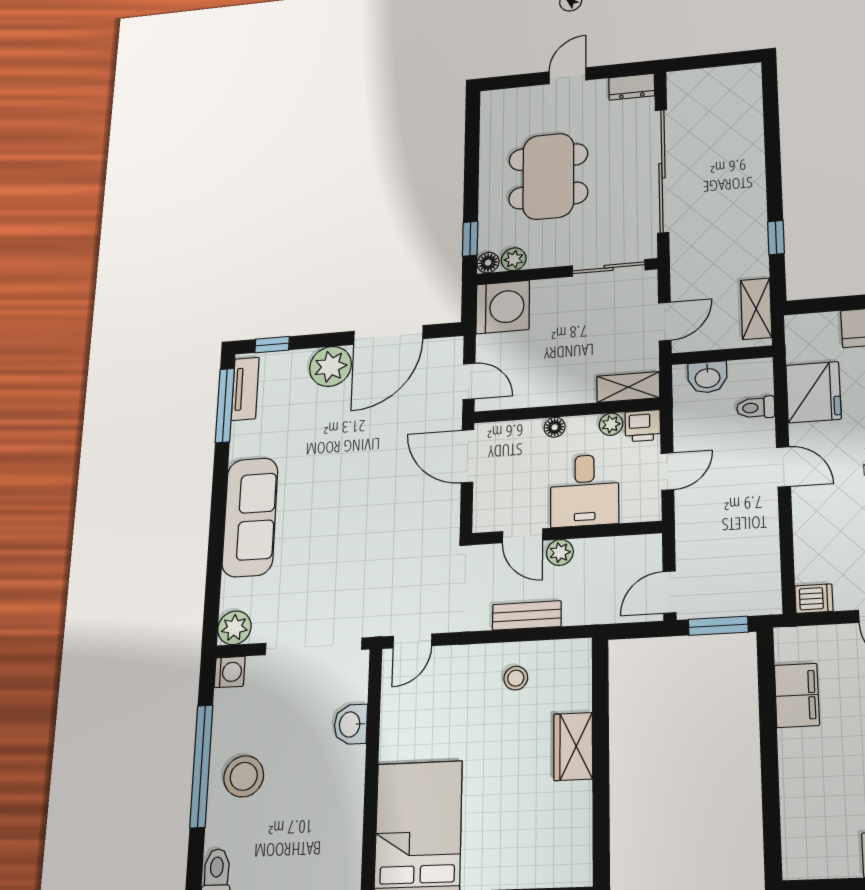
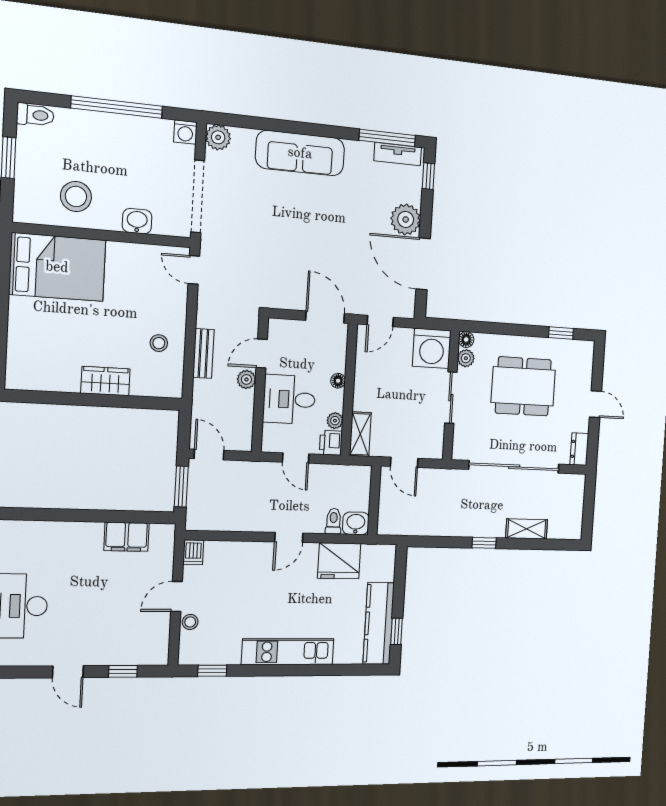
window: (776, 238) -> (484, 543), moved
window: (470, 239) -> (561, 333), moved
sliding door: (609, 268) -> (451, 398), moved
shelving: (756, 309) -> (527, 529), moved
washbasin: (707, 377) -> (356, 523), moved, turned 90
door: (467, 456) -> (325, 317), hinge flipped
stool: (244, 776) -> (76, 196), moved

